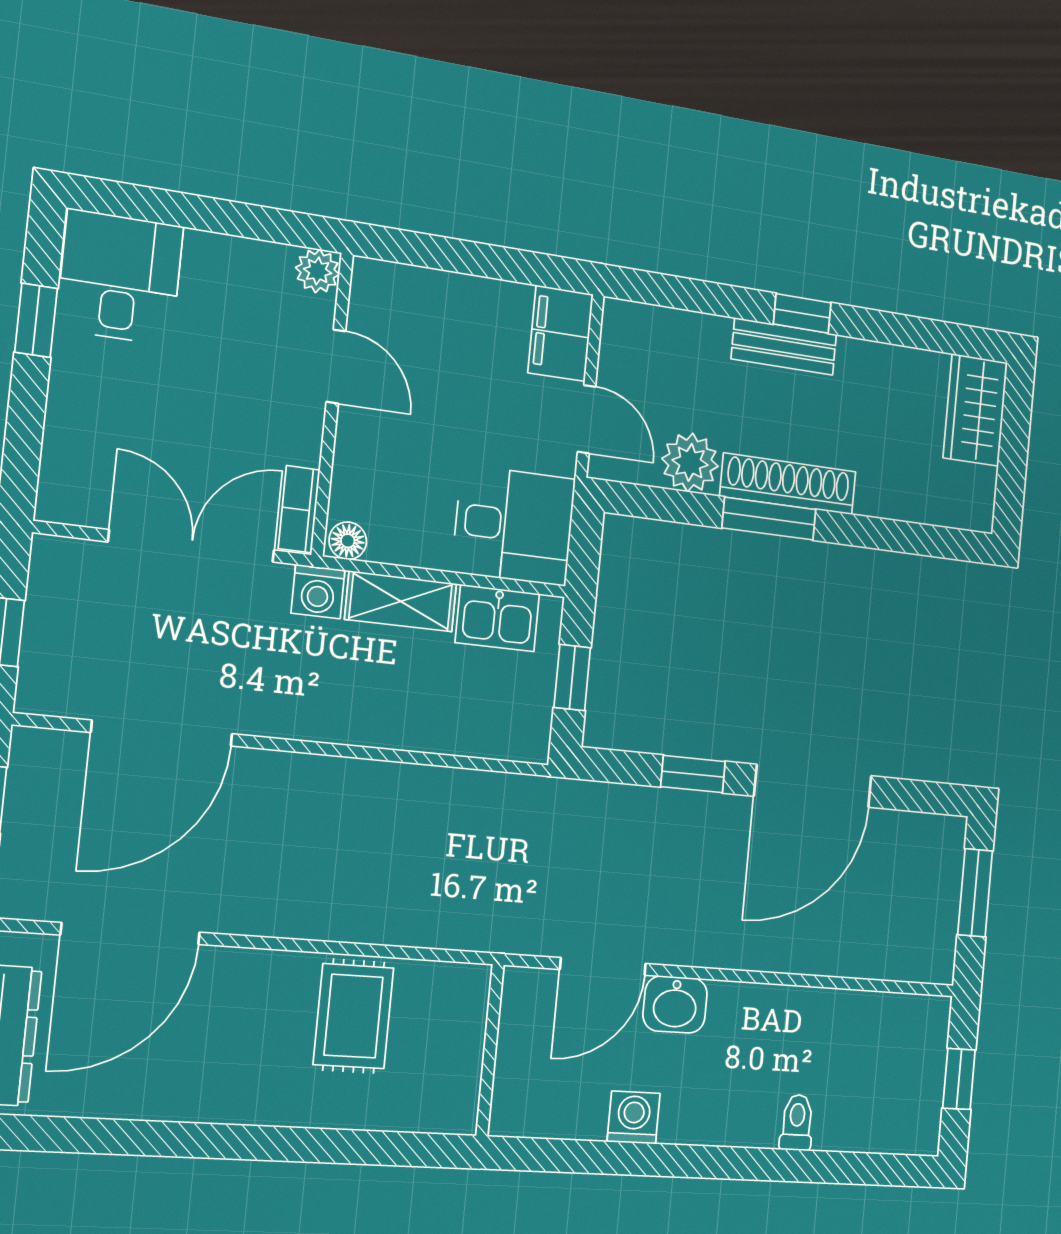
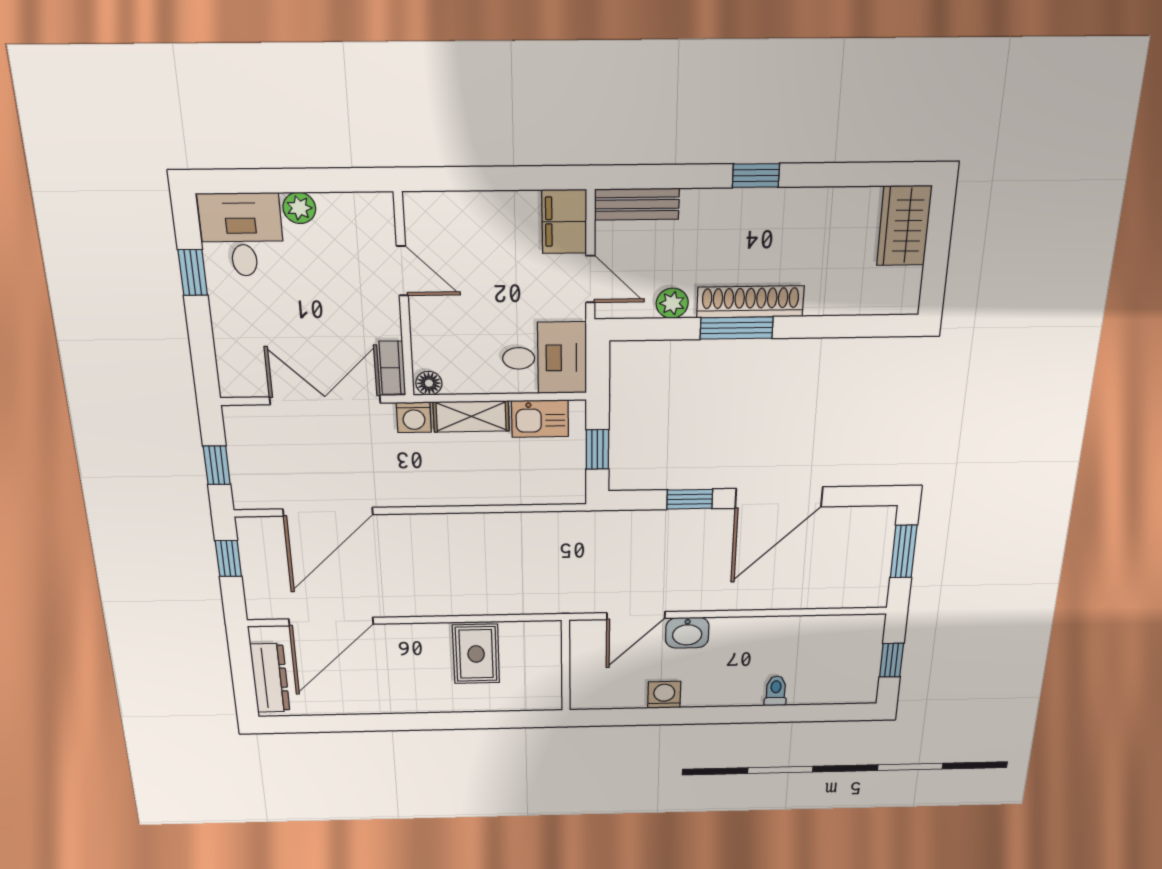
plant: (318, 271) -> (299, 208), moved
bench: (784, 347) -> (637, 204), moved
plant: (690, 462) -> (672, 303), width x0.73, depth x0.73

